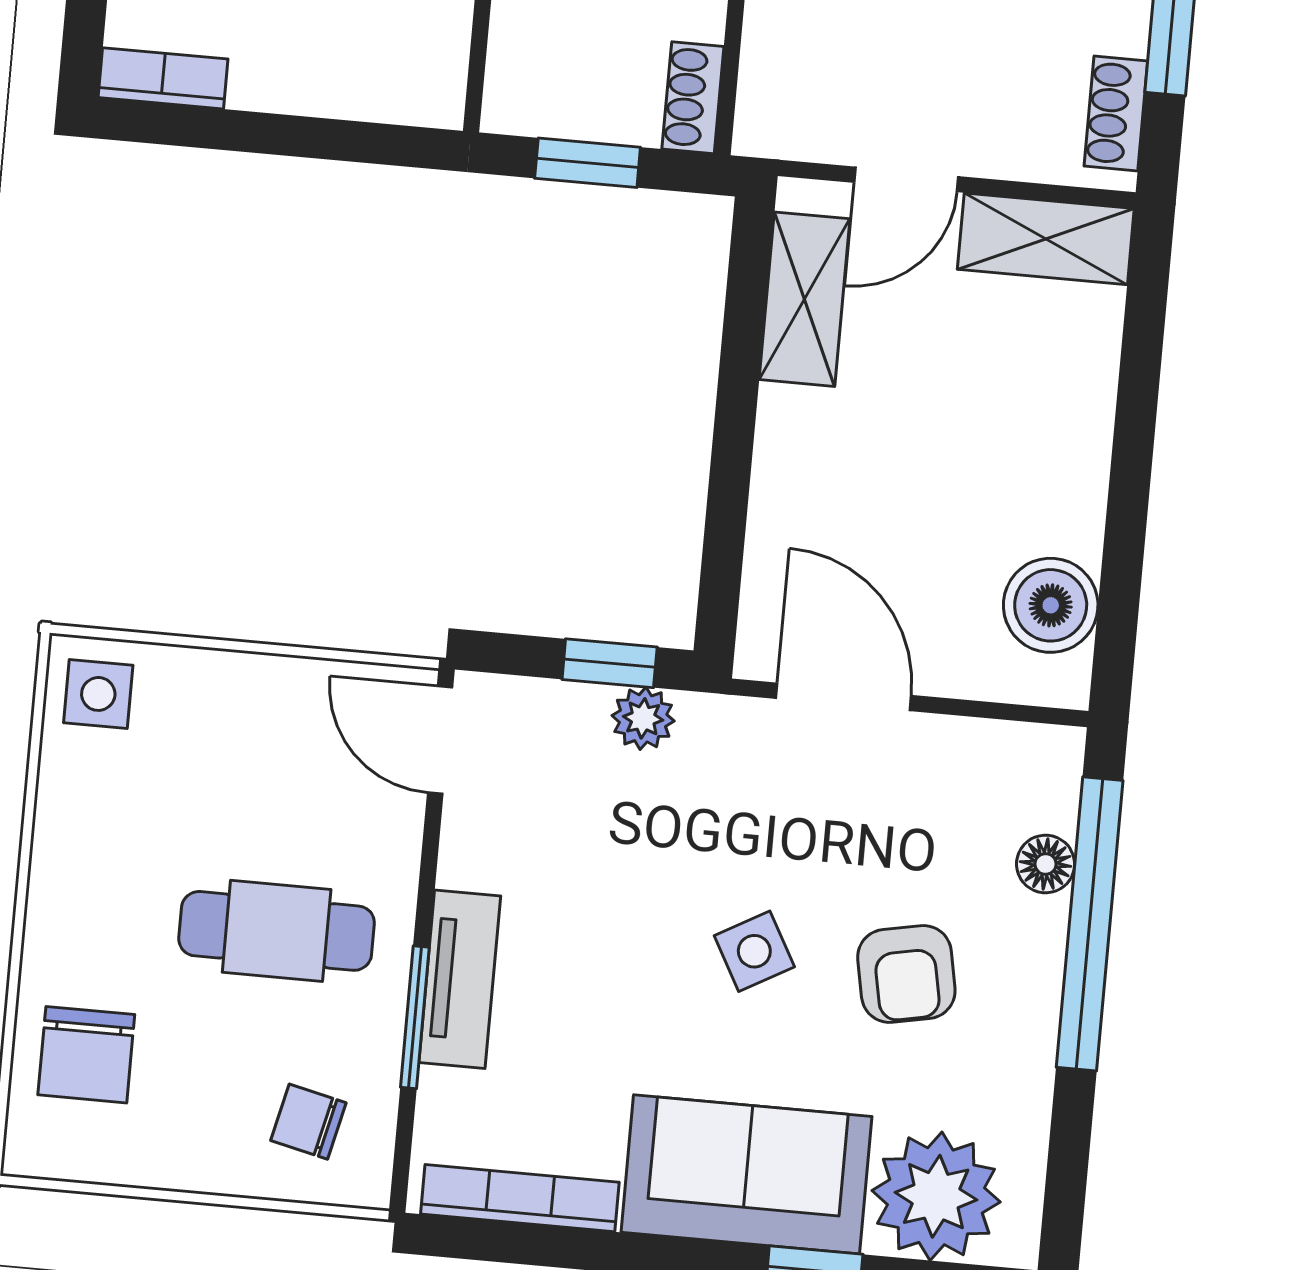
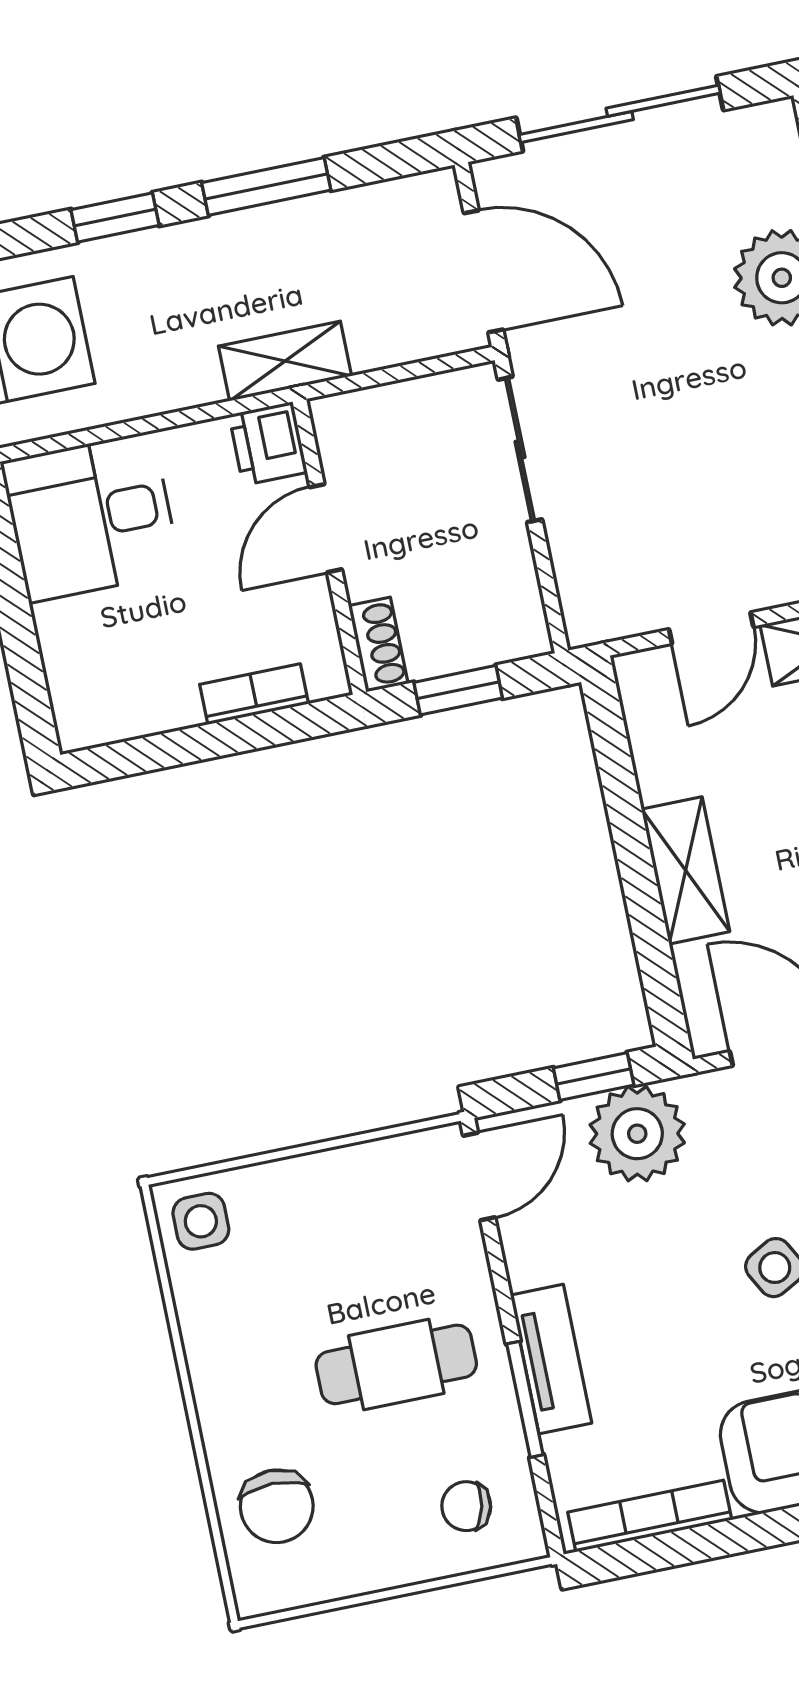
bookcase: (163, 78) -> (254, 694), moved
shoe rack: (693, 98) -> (378, 645), moved, turned 180
shelving: (804, 299) -> (686, 870), moved
plant: (643, 718) -> (637, 1134), width x1.88, depth x1.88
door: (440, 740) -> (479, 1177), swing flipped

